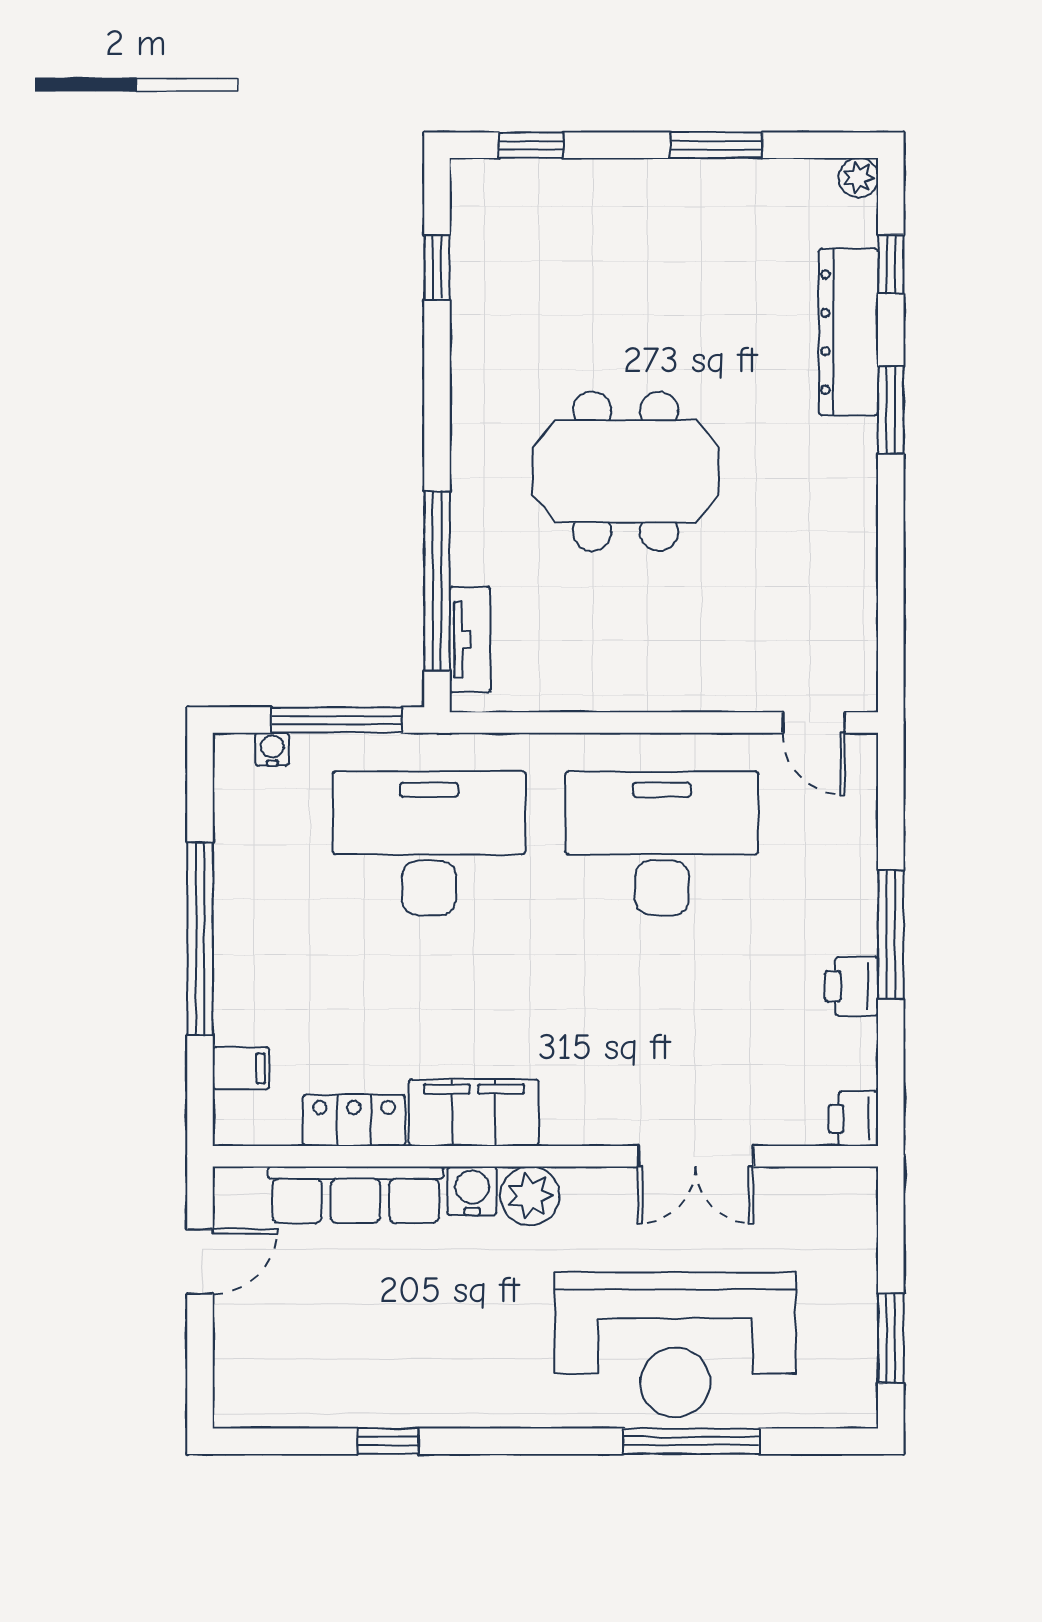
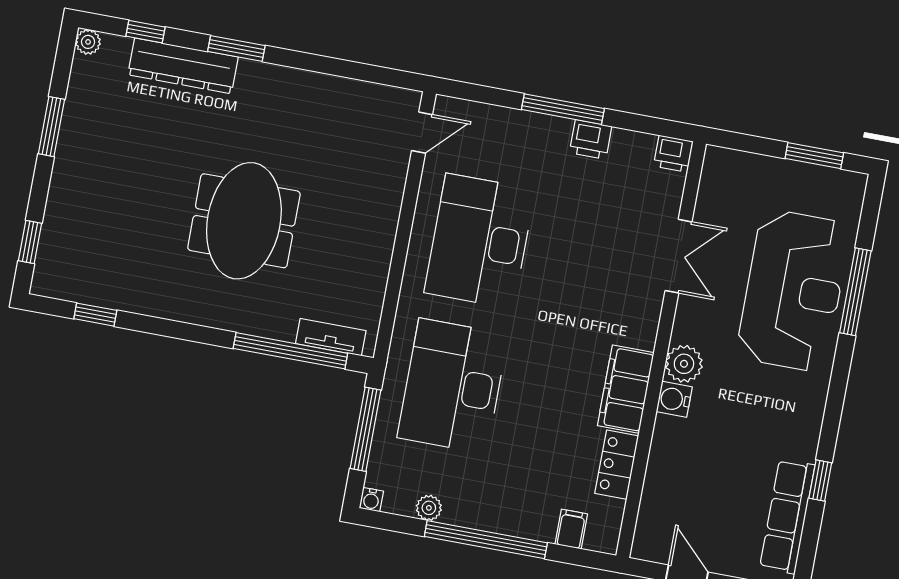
water cooler: (272, 749) -> (371, 500), moved, turned -90
plant: (233, 841) -> (429, 508), added
row of seats: (356, 1195) -> (787, 516), moved, turned 180

